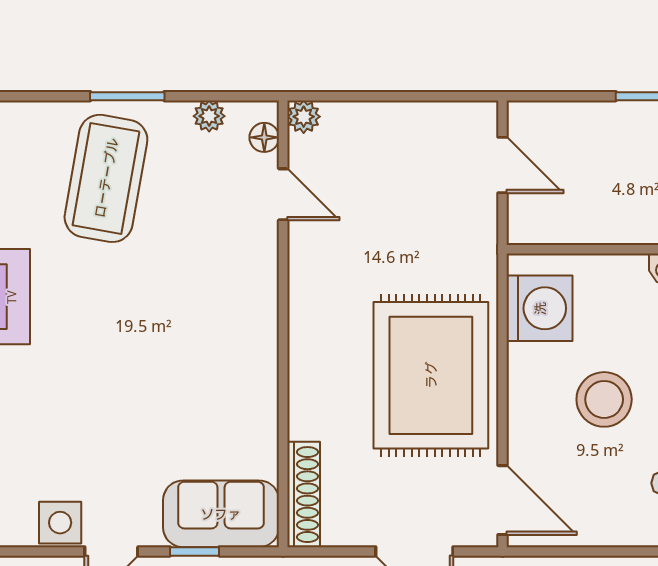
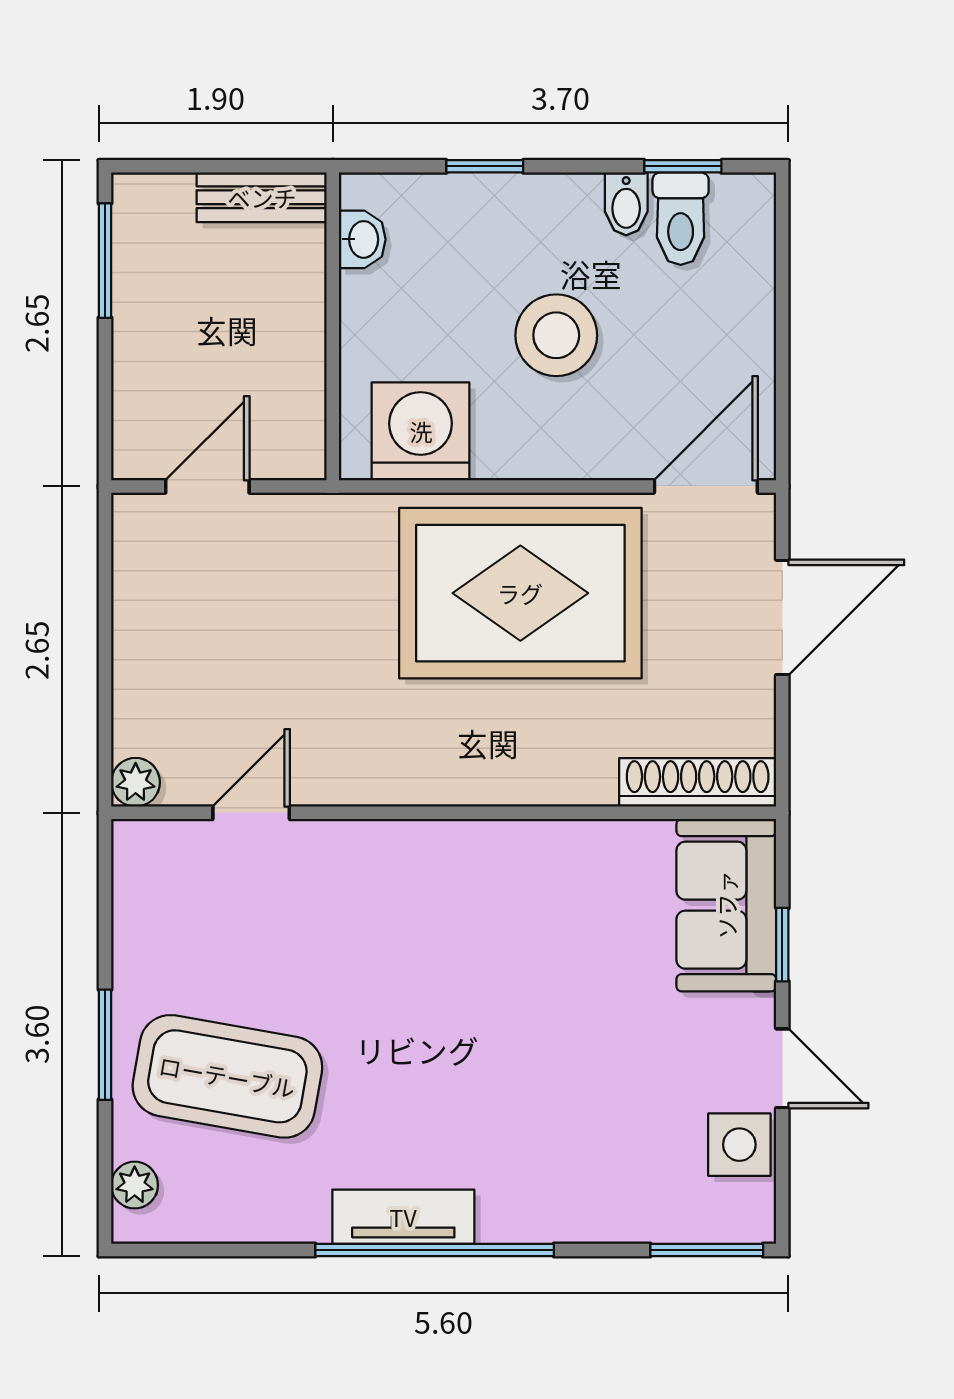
plant: (209, 116) -> (135, 1185), moved
floor lamp: (264, 137) -> (166, 841), removed

